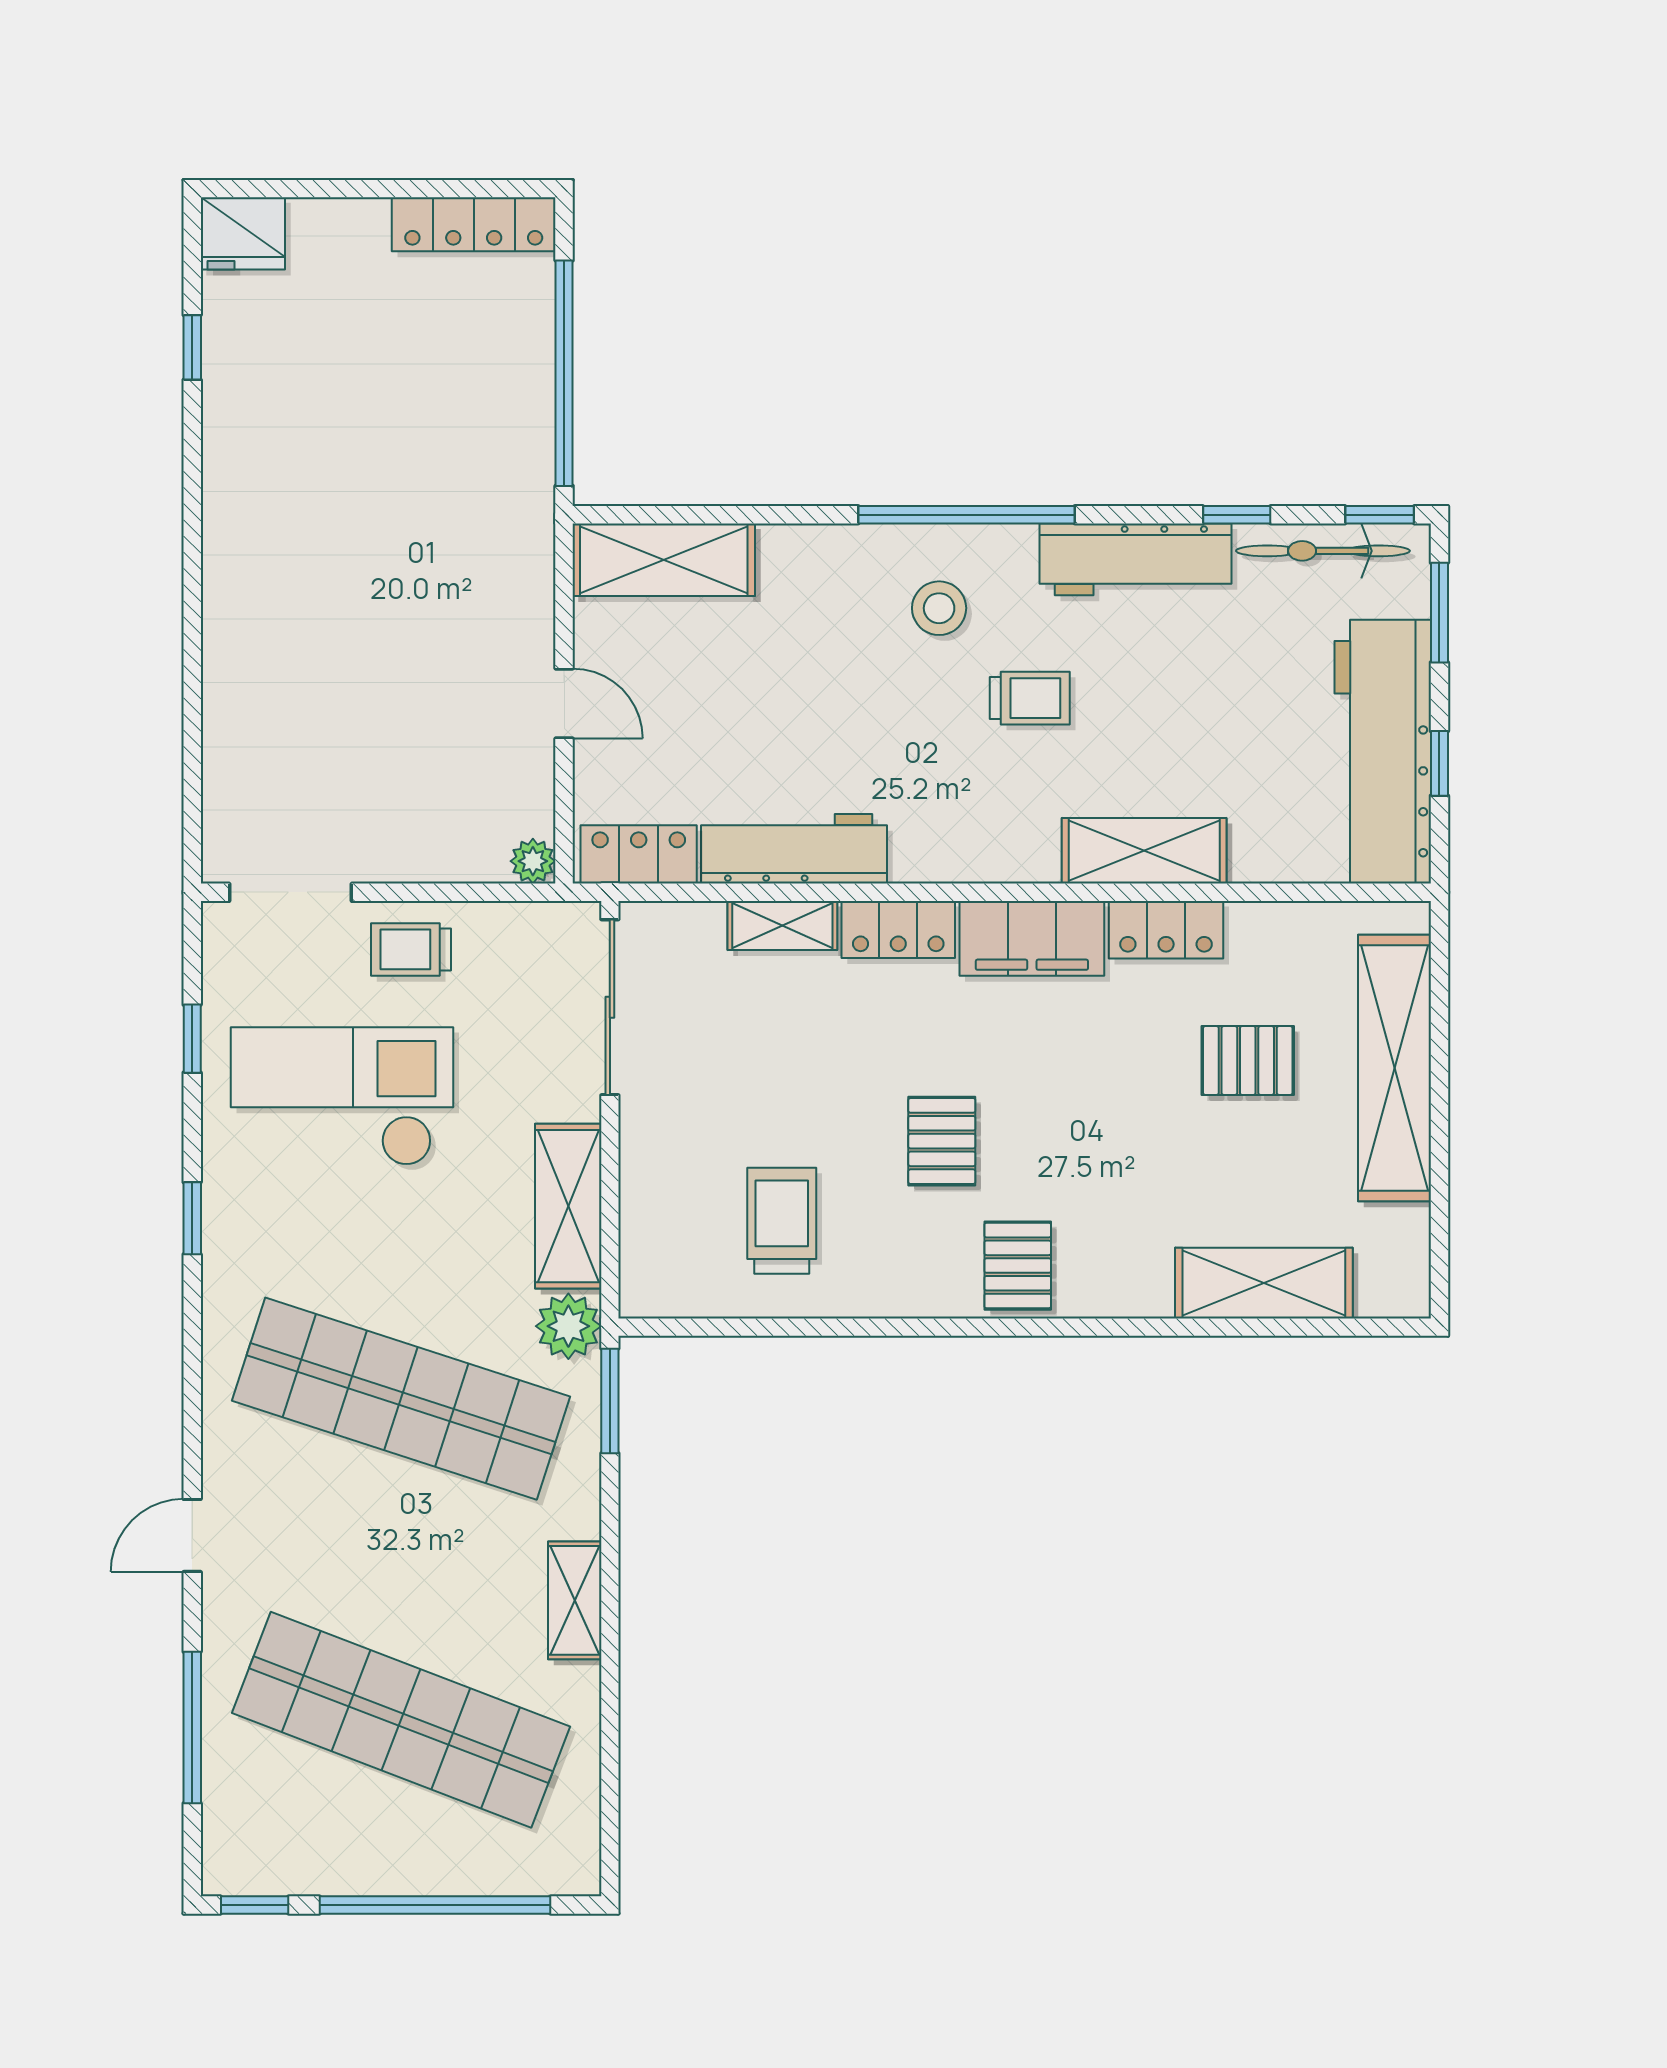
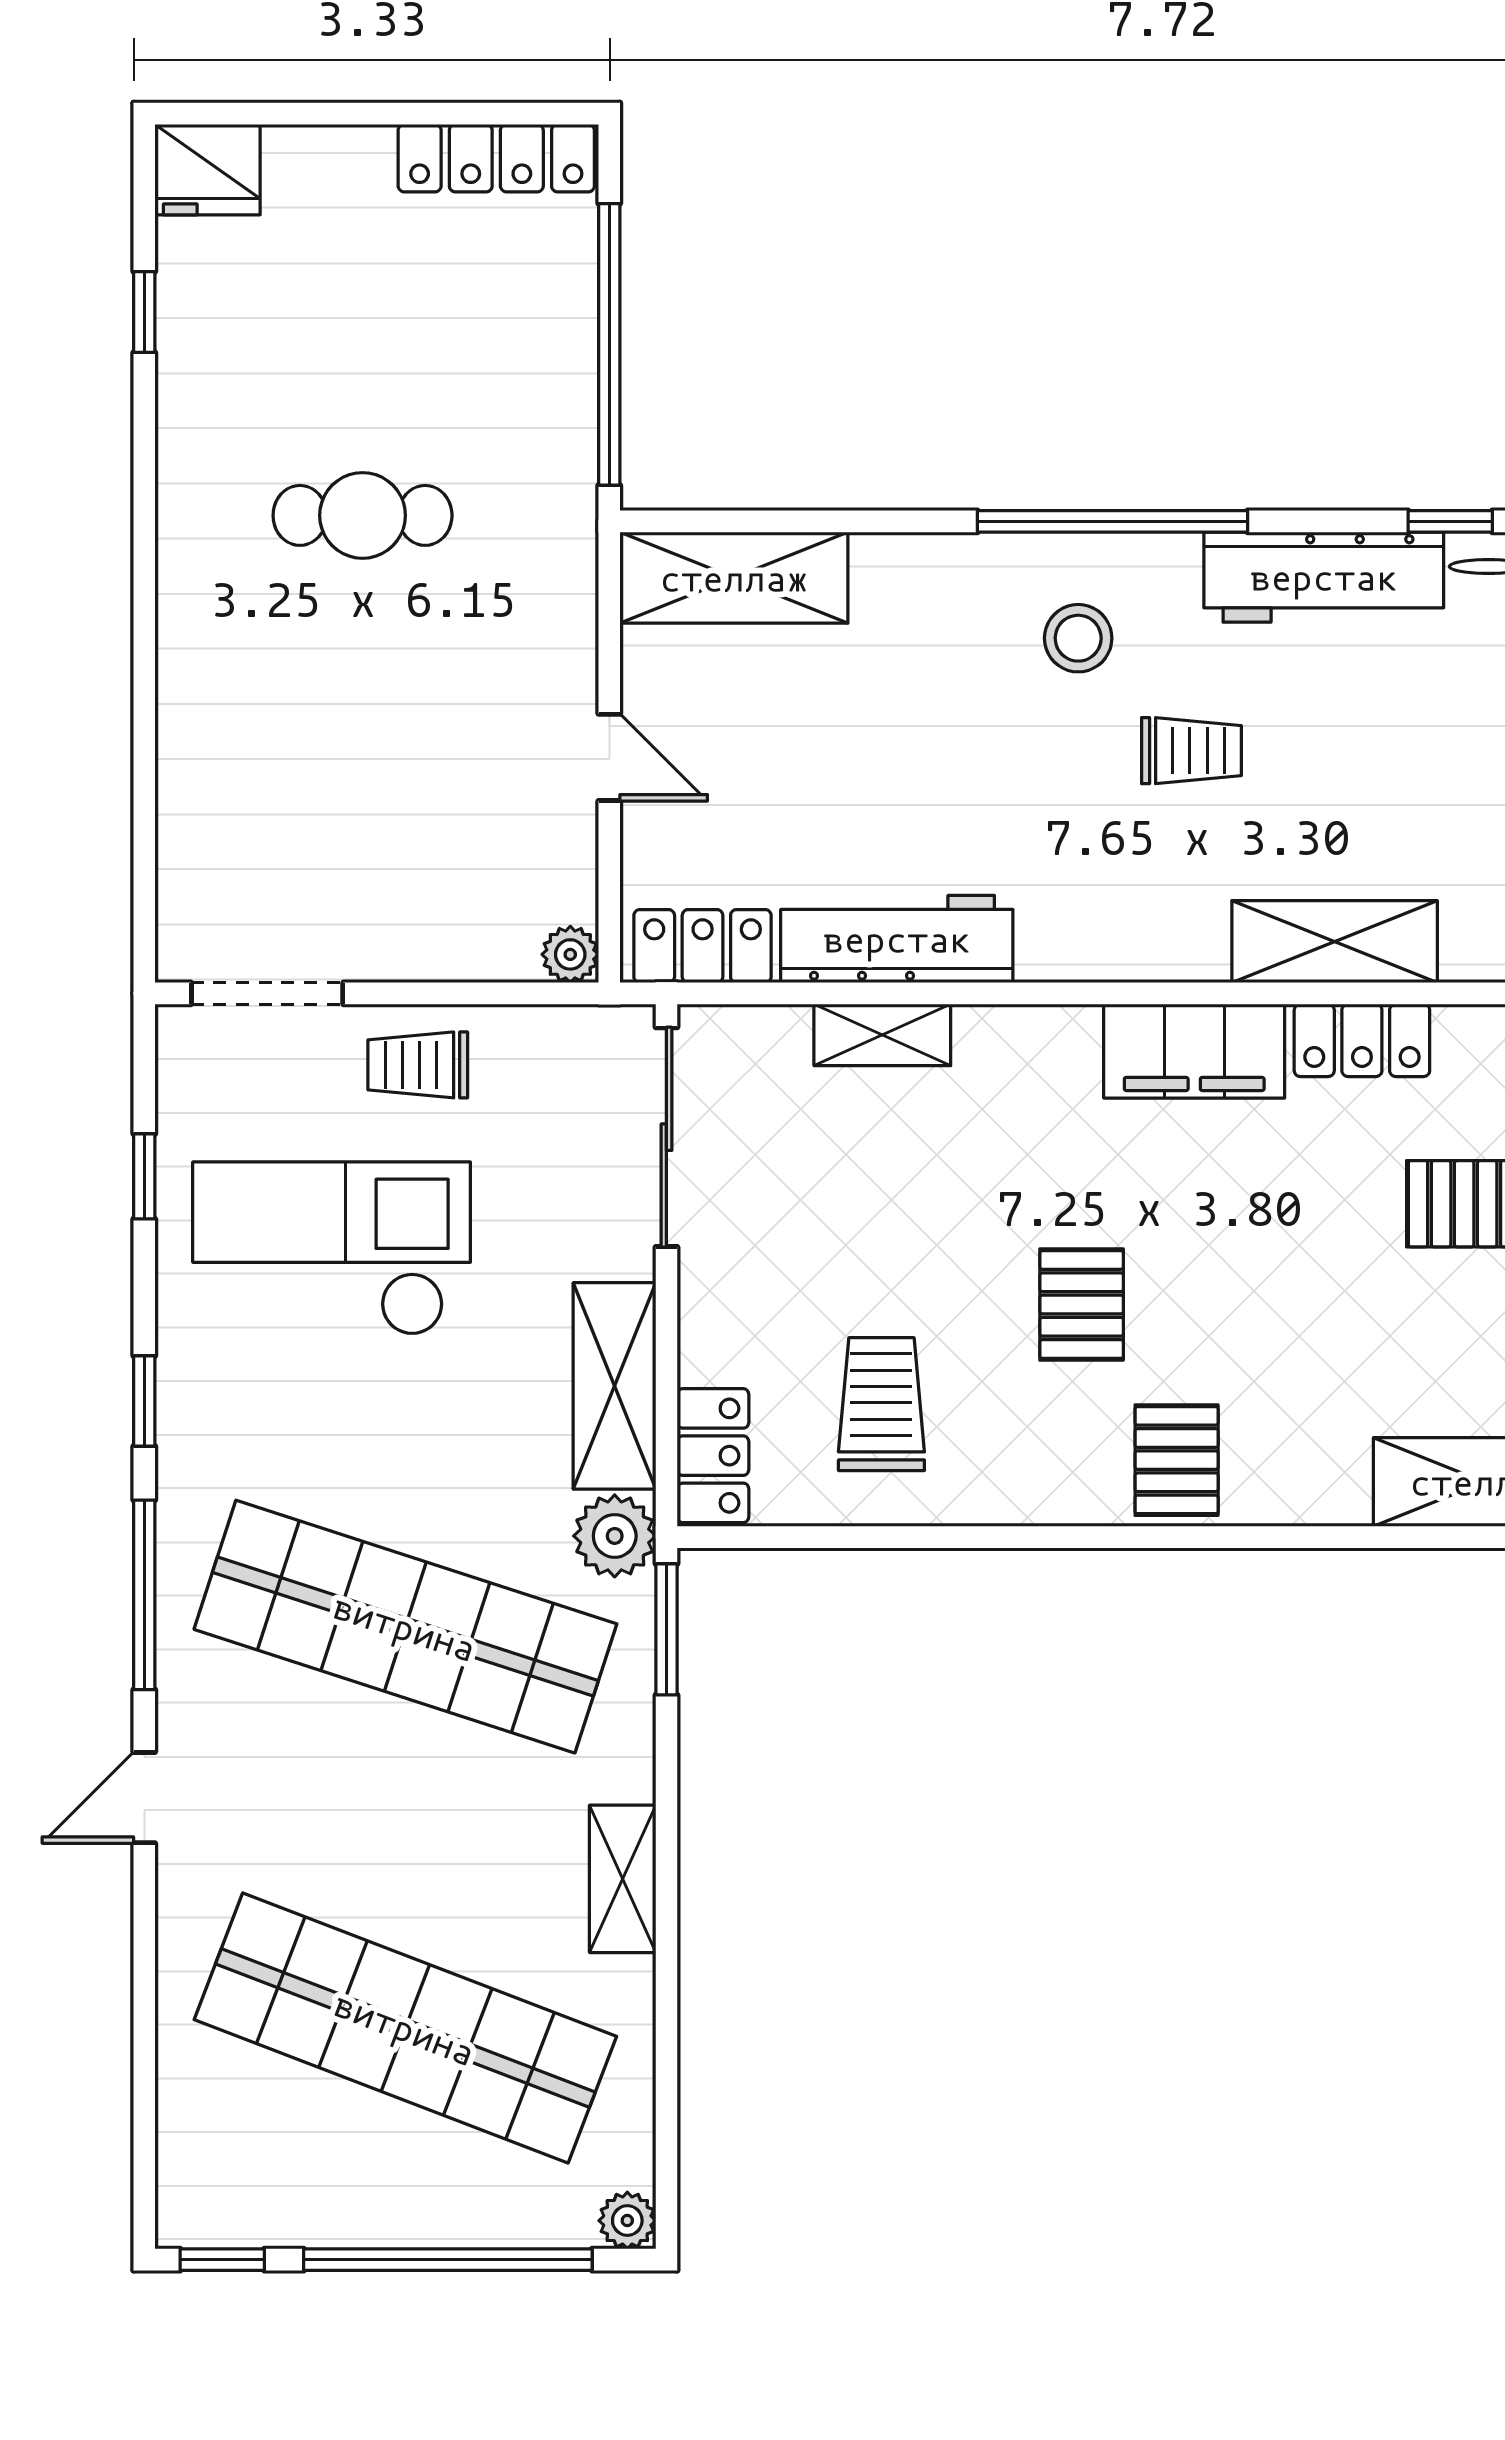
cafe table: (367, 510) -> (363, 515), added
locker: (898, 930) -> (713, 1456), moved, turned -90
window: (192, 1728) -> (144, 1595), moved
plant: (579, 1874) -> (627, 2221), added

